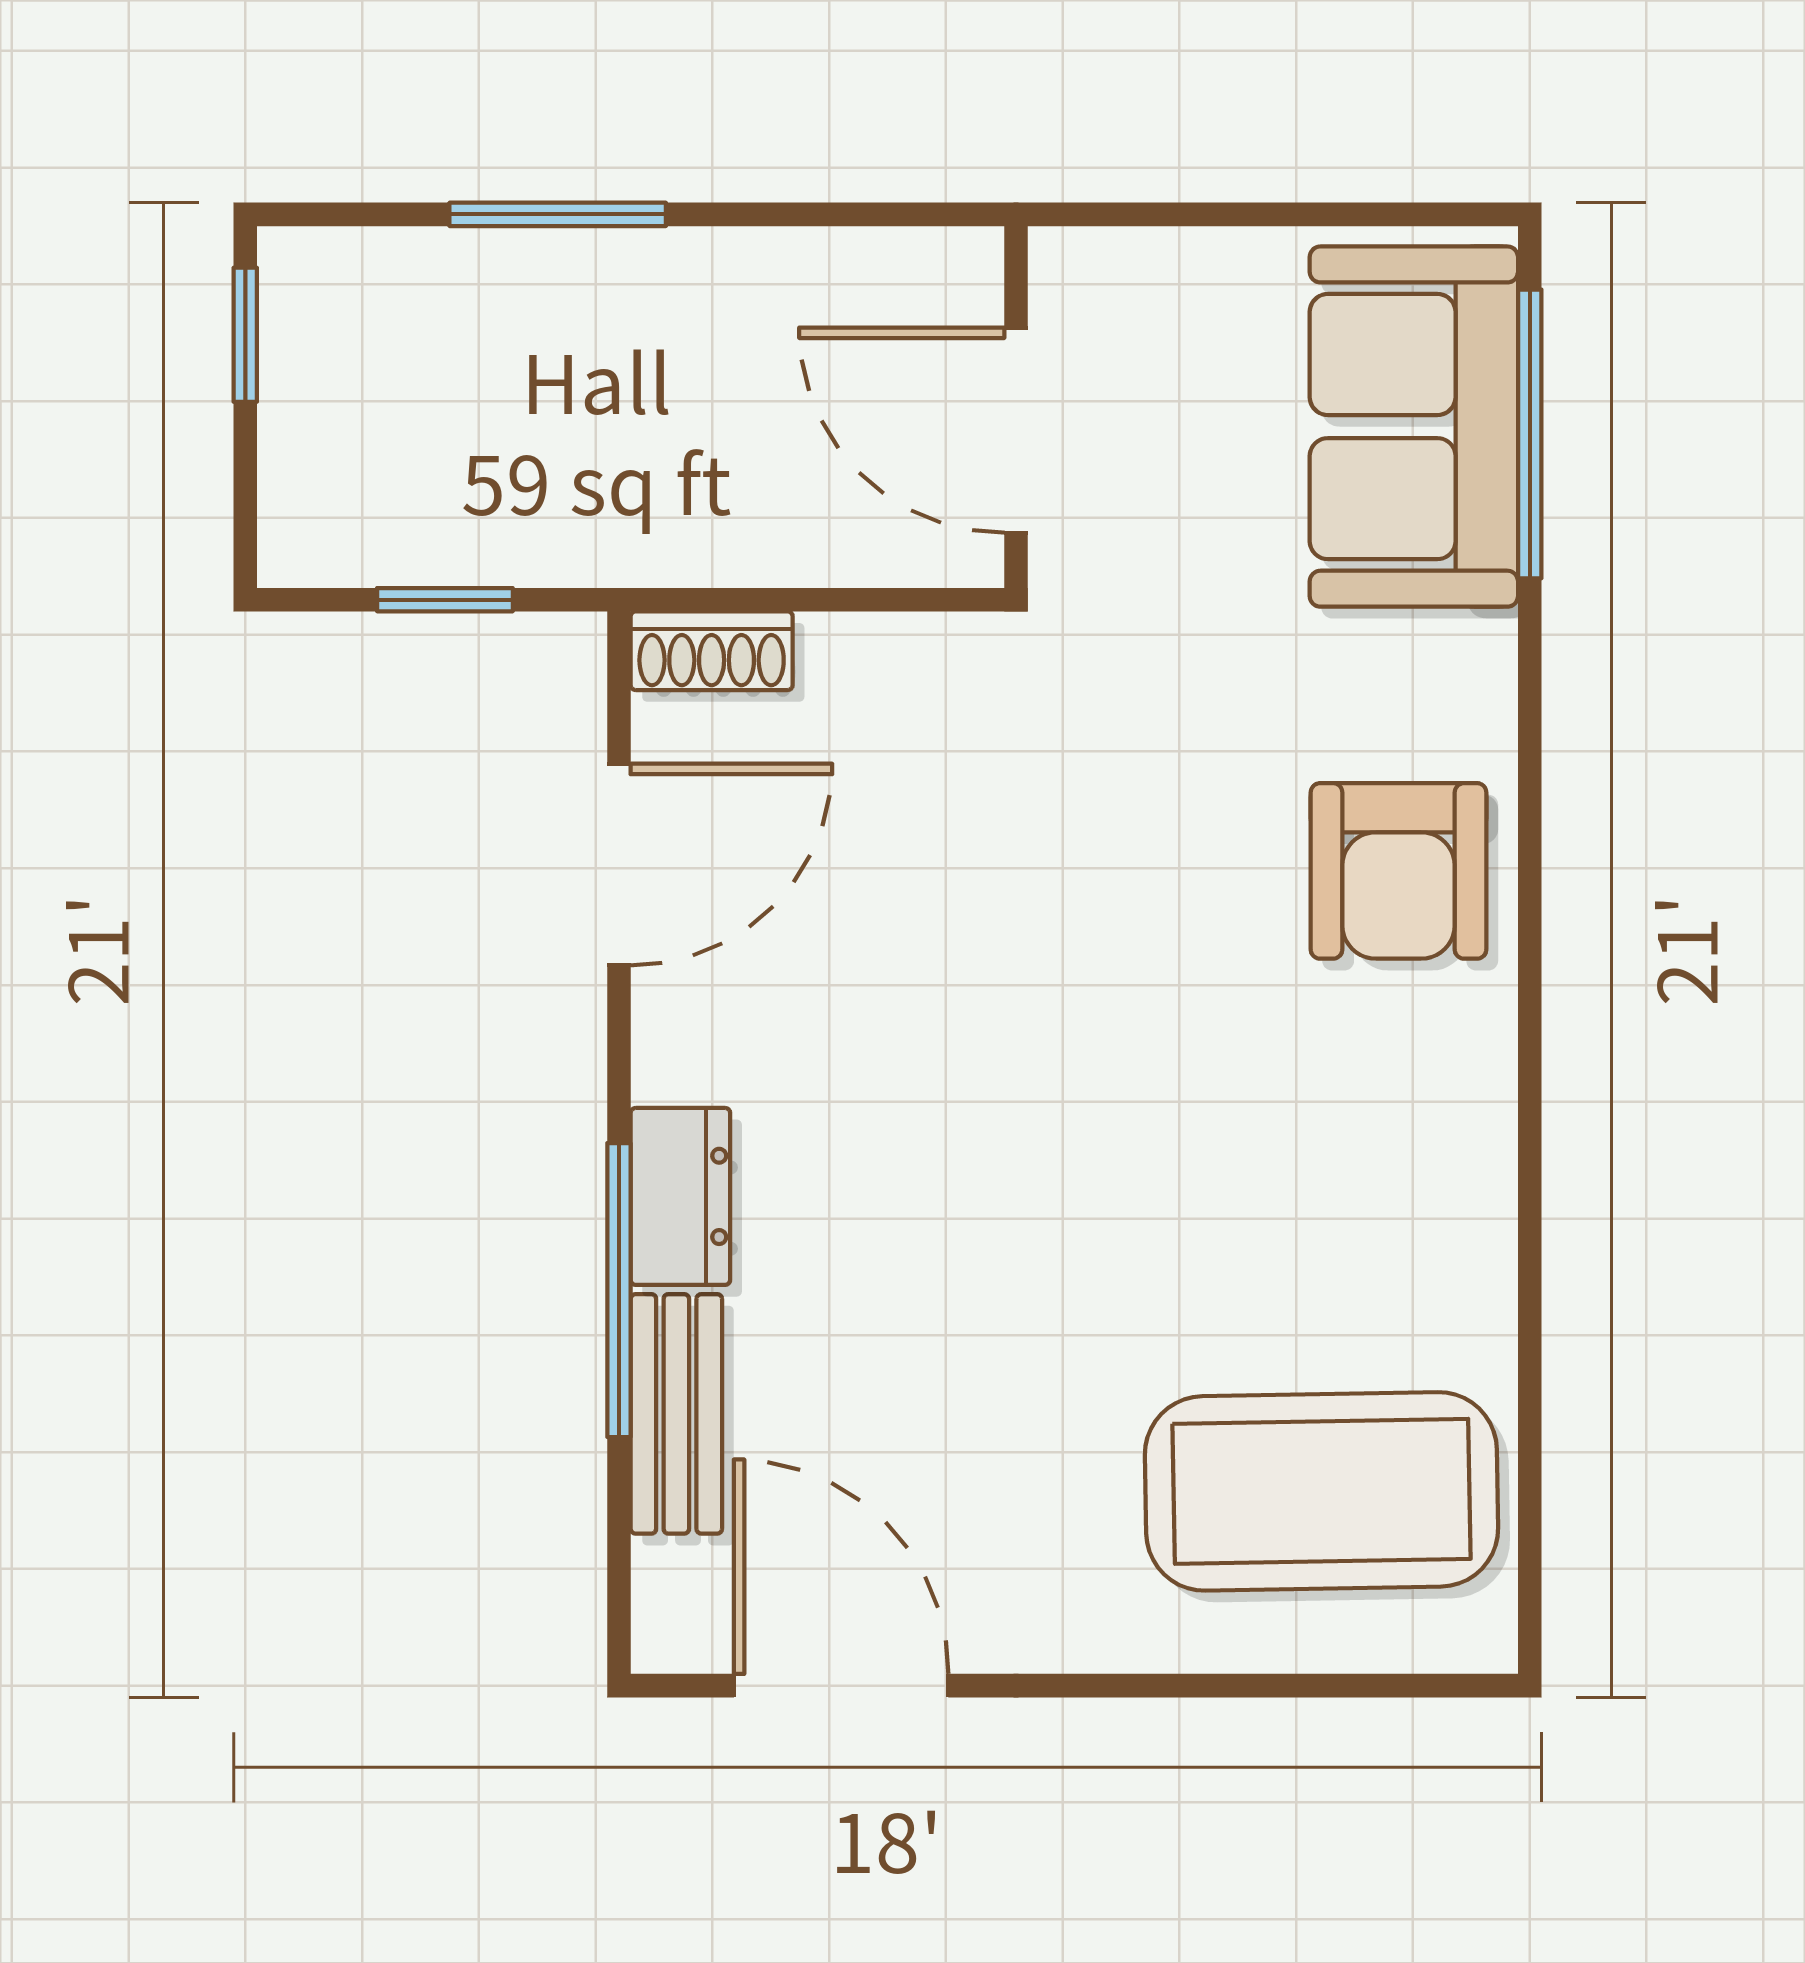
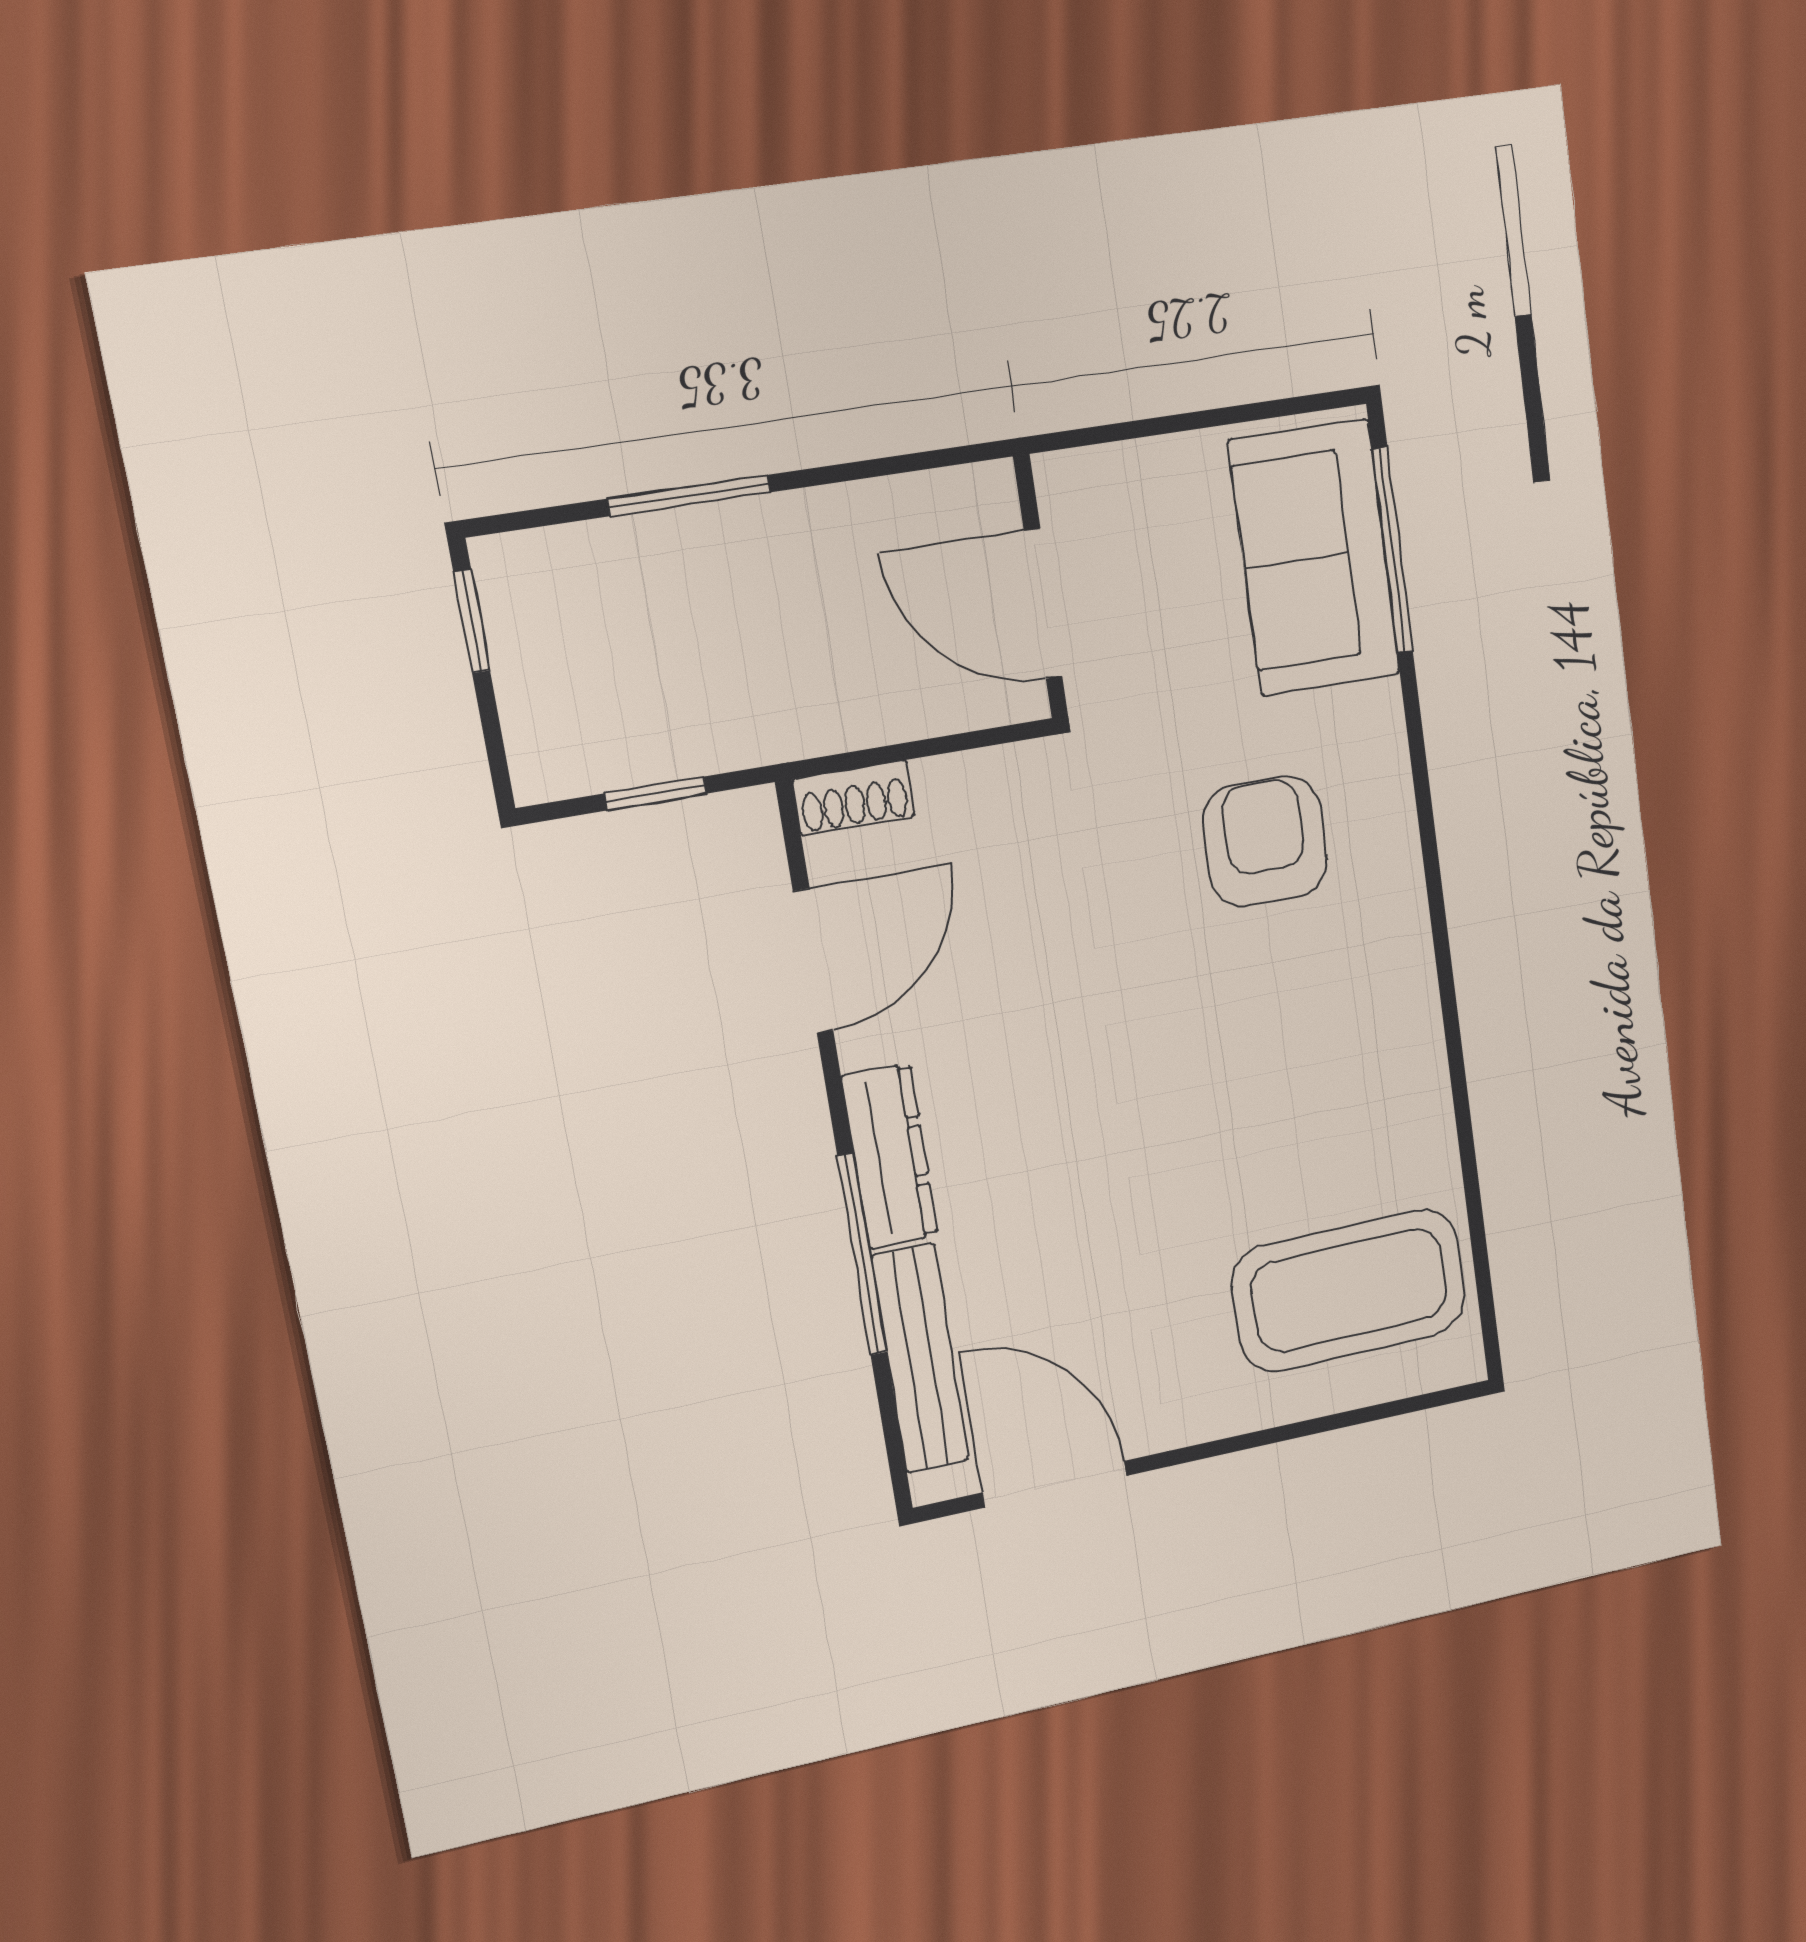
armchair: (1399, 871) -> (1265, 841), moved, turned 180
dresser: (680, 1196) -> (890, 1156), width x1.44
bench: (676, 1414) -> (920, 1359), width x1.36

